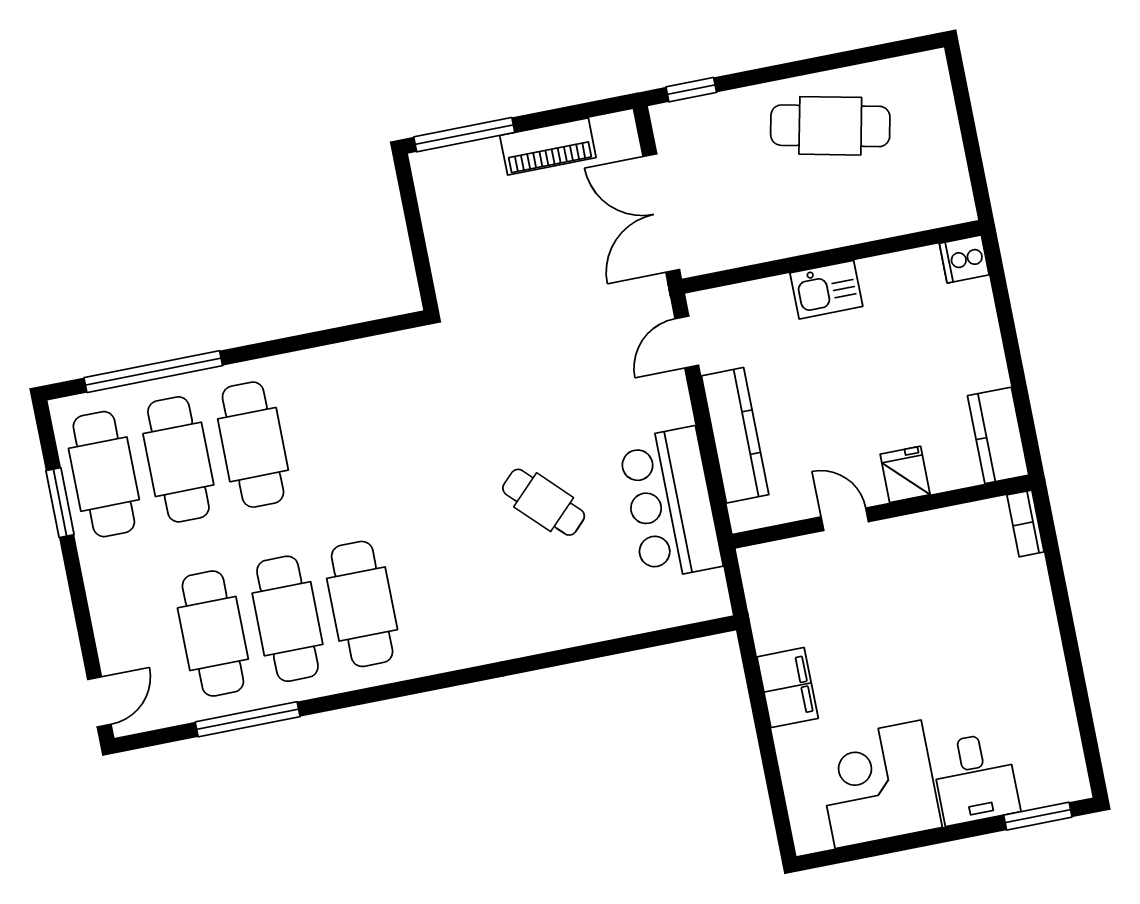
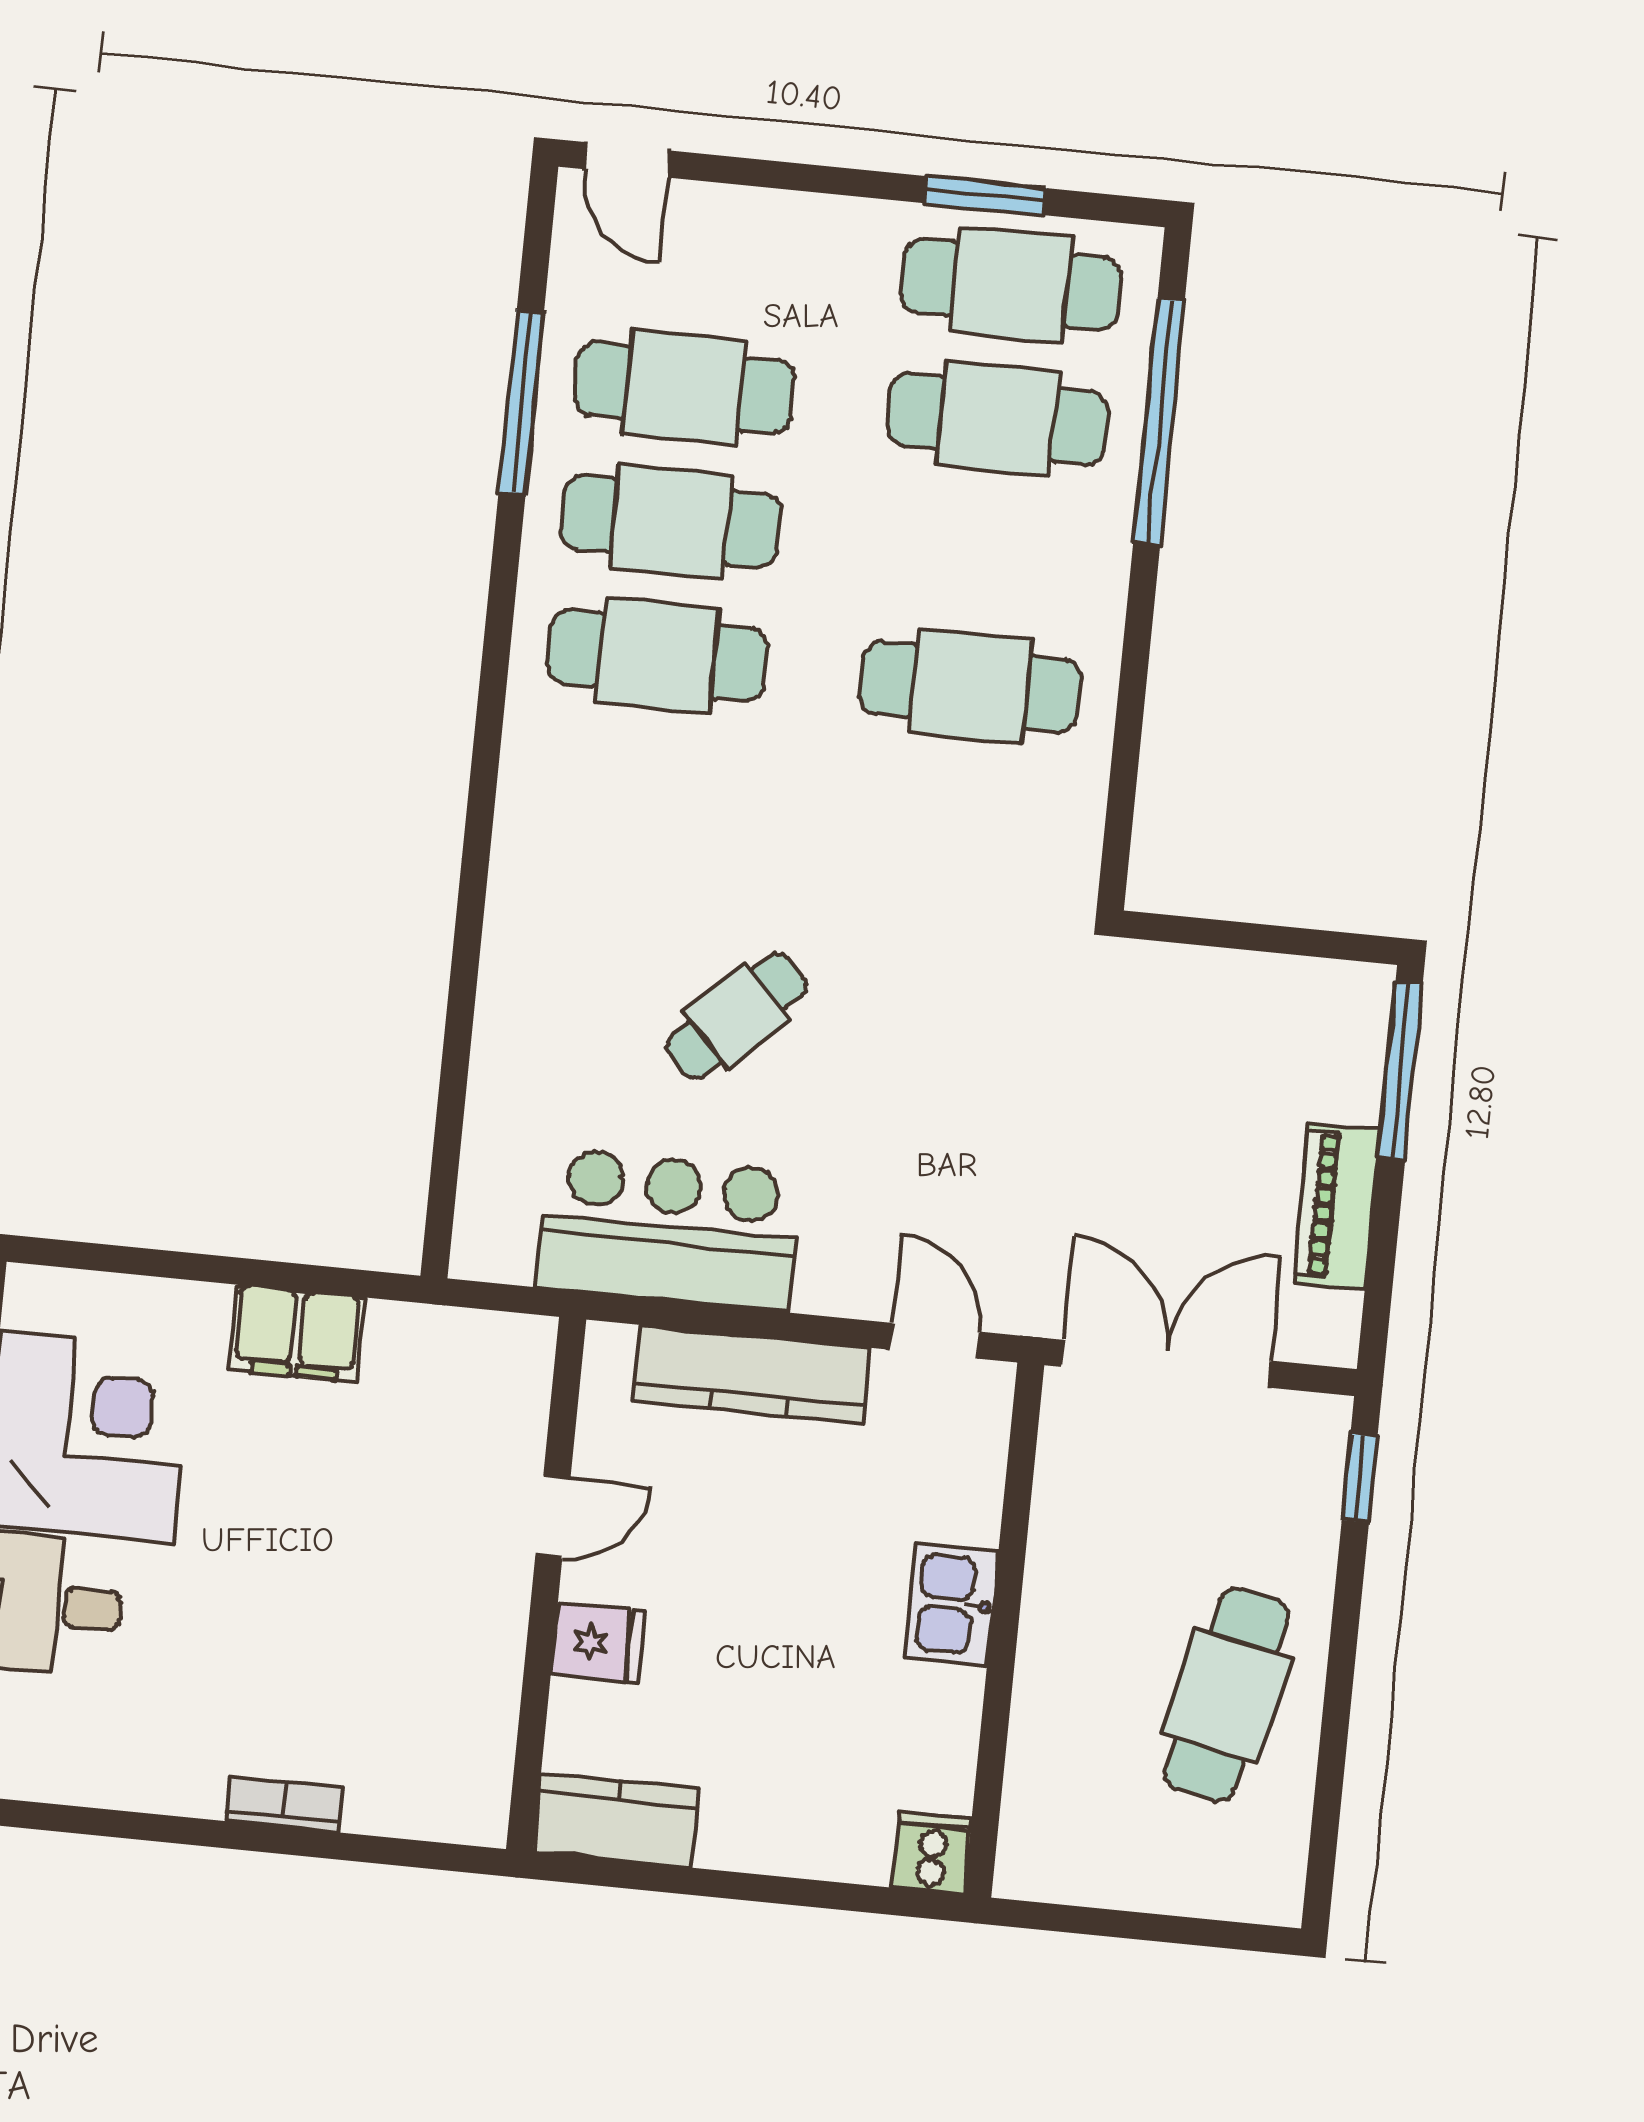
cafe table: (253, 445) -> (971, 687), moved
bookcase: (1026, 523) -> (284, 1804), moved

